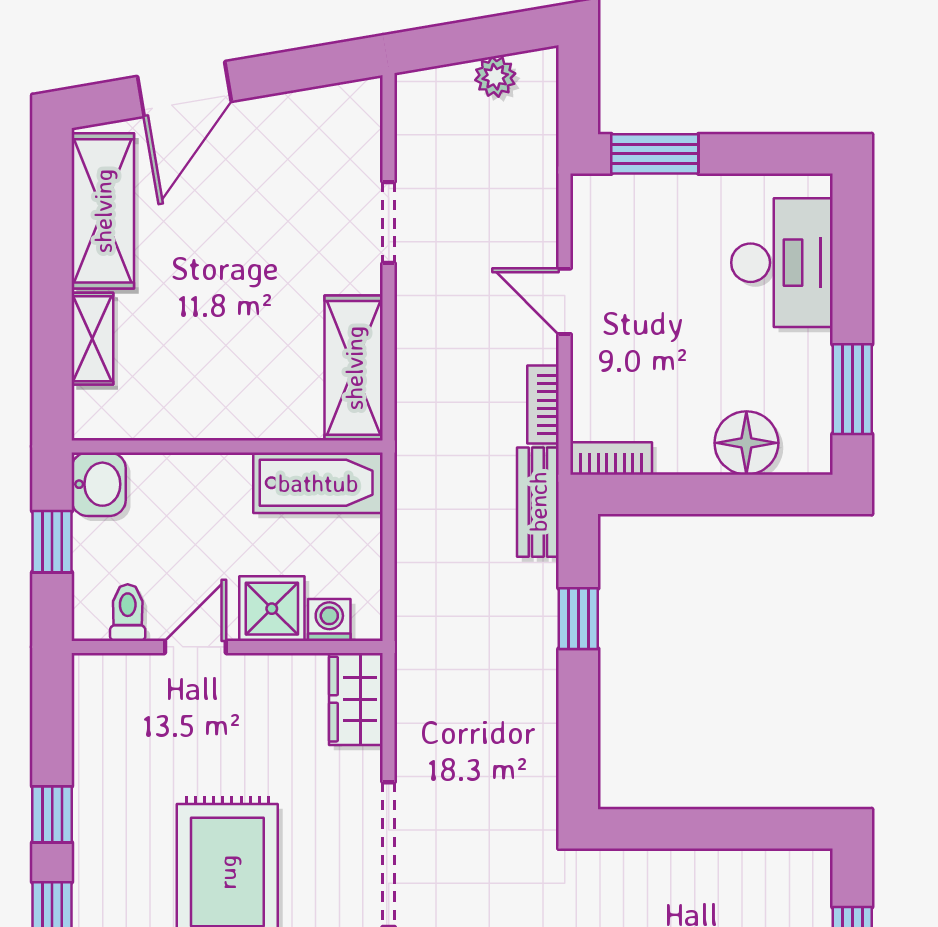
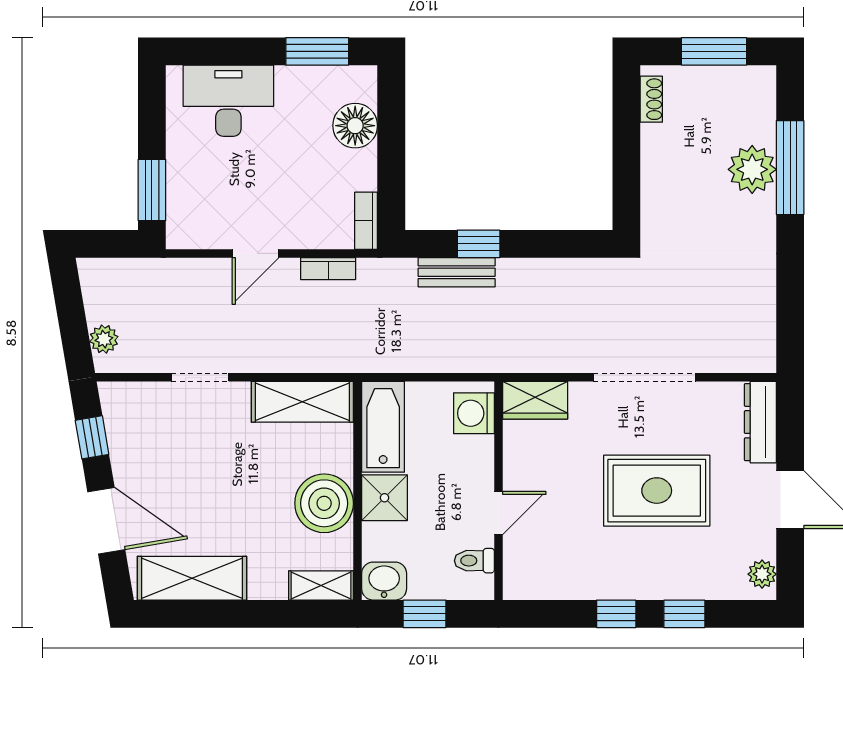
window: (303, 69) -> (92, 437), added
plant: (495, 77) -> (104, 339), moved
shelving: (92, 339) -> (321, 585), moved
boiler: (209, 399) -> (324, 503), added
bench: (538, 502) -> (457, 272), moved
shower: (272, 609) -> (384, 498), moved
washing machine: (329, 620) -> (474, 413), width x1.38, depth x1.38
door: (195, 647) -> (499, 513), swing flipped
shoe rack: (784, 864) -> (651, 99), added

